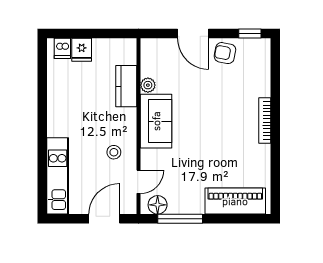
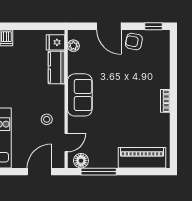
fridge: (82, 50) -> (56, 42), moved, turned 90
plant: (148, 85) -> (73, 46), moved
bookcase: (265, 120) -> (165, 101), width x0.64

